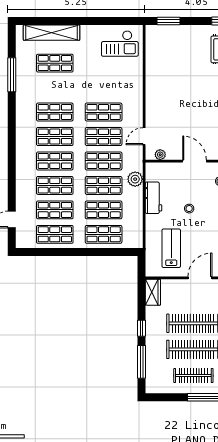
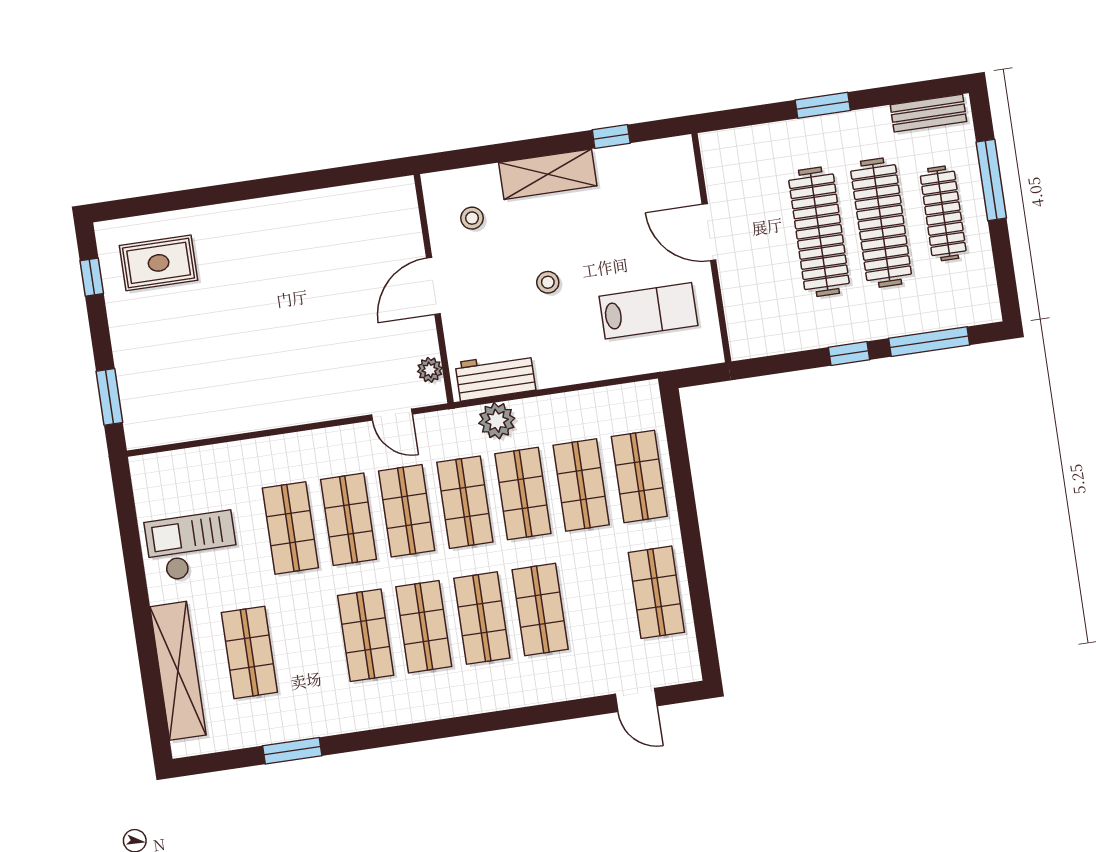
checkout: (120, 44) -> (192, 546), moved, turned -90
window: (12, 75) -> (292, 751), width x0.69
workbench: (154, 198) -> (495, 376), moved
shop shelf: (55, 210) -> (290, 528), moved
lab bench: (171, 248) -> (648, 311), turned 180
wardrobe: (153, 292) -> (759, 339), removed

